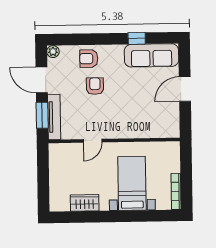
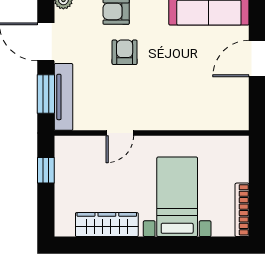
window: (43, 167) -> (46, 170), added
wardrobe: (85, 203) -> (107, 225), width x1.50

